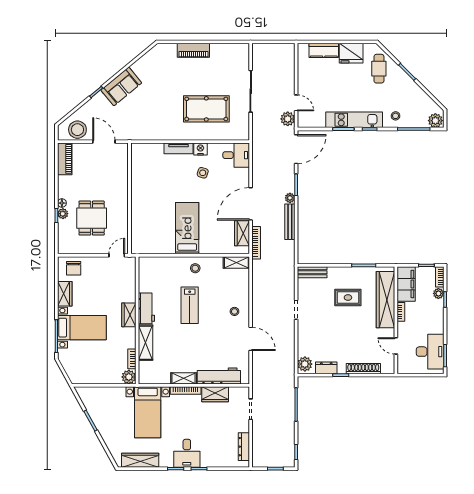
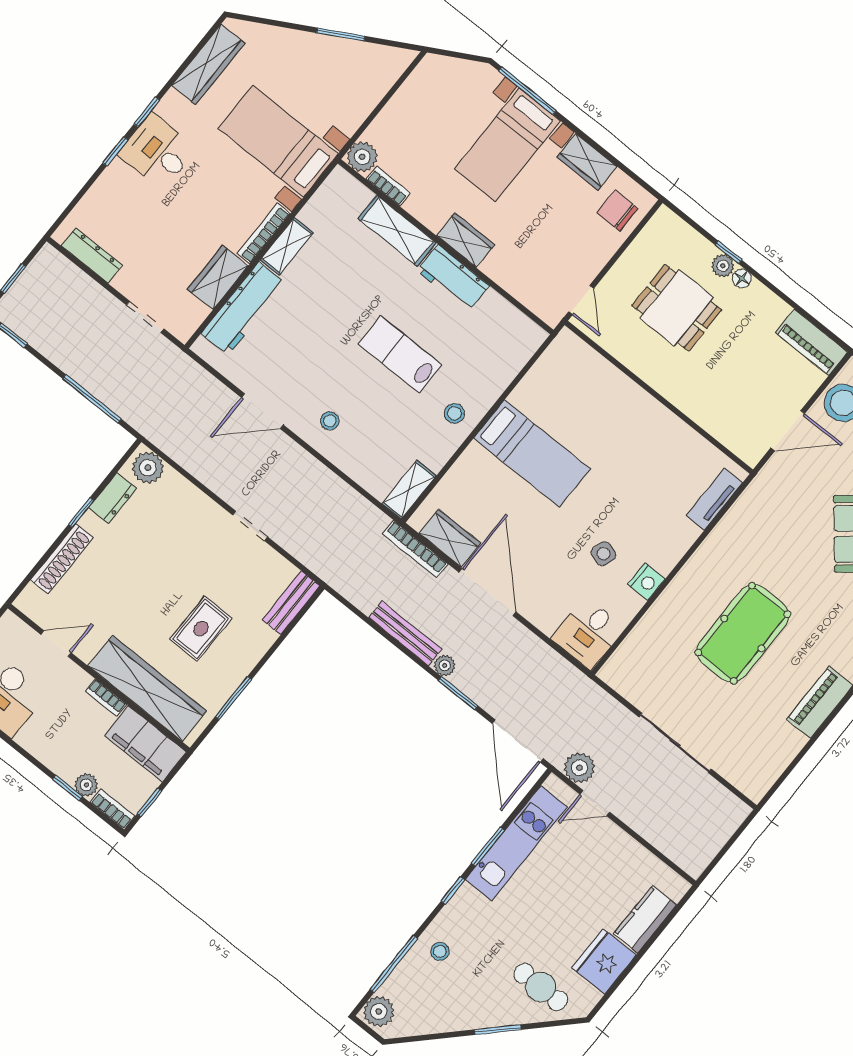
pool table: (206, 109) -> (743, 633), moved
kitchen unit: (354, 120) -> (516, 843), moved
tv unit: (178, 148) -> (714, 499), moved

